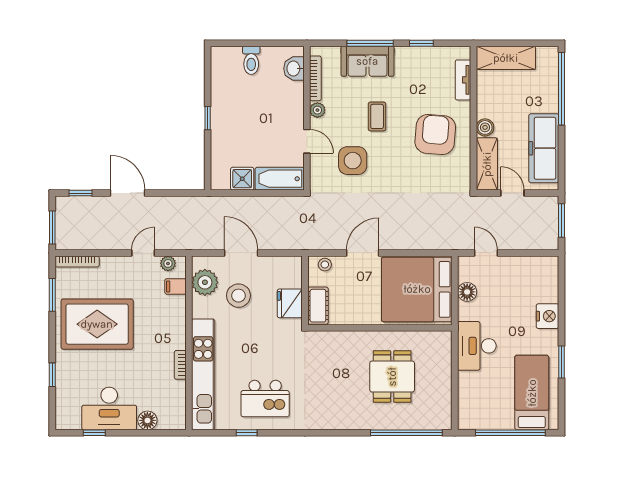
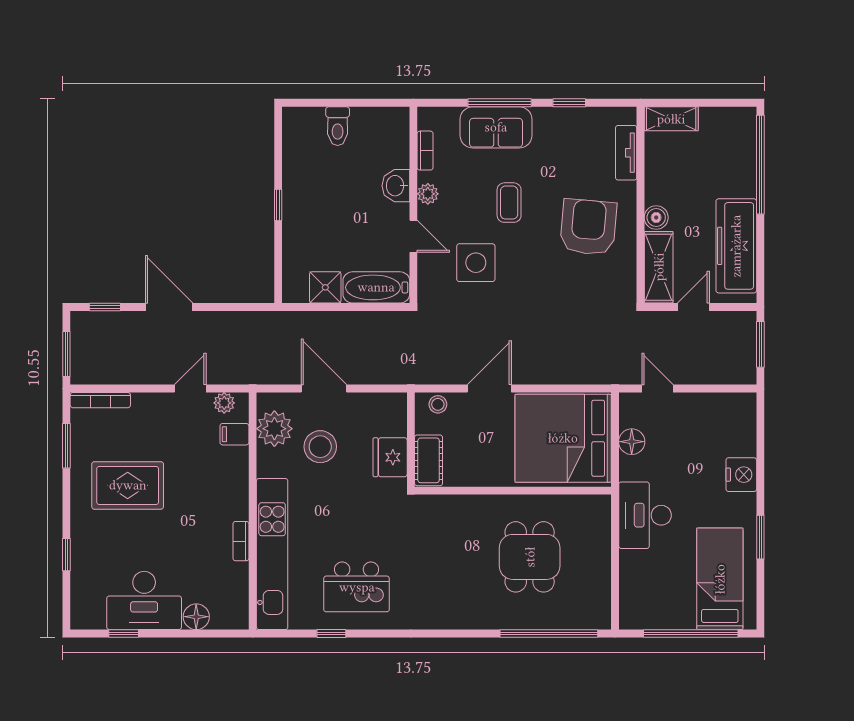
shelving: (506, 58) -> (671, 119), width x0.67, depth x0.75
washbasin: (294, 69) -> (396, 186), moved
bookcase: (315, 78) -> (425, 151), width x0.64
door: (512, 193) -> (693, 307), hinge flipped
rug: (97, 324) -> (128, 485), width x0.73, depth x0.69

